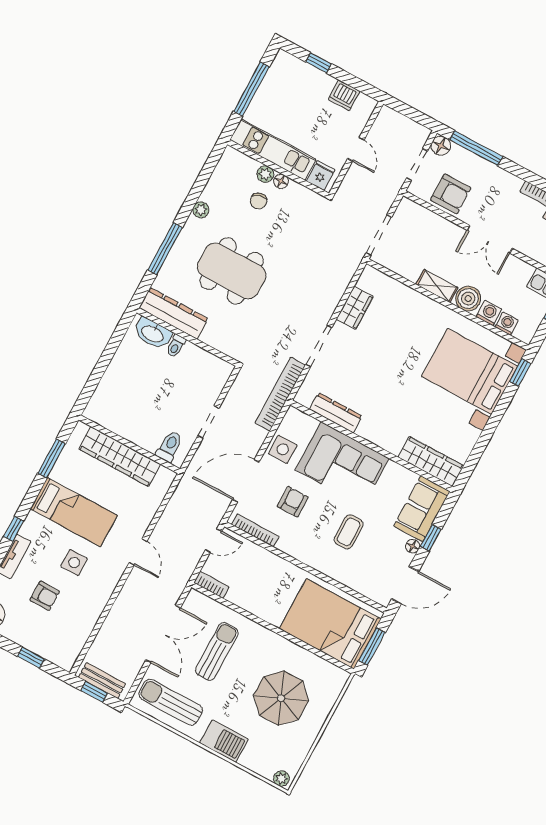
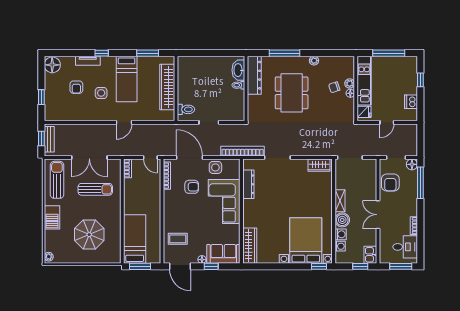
wardrobe: (355, 308) -> (319, 165), moved
coffee table: (349, 532) -> (178, 239), moved
bed: (330, 624) -> (135, 239), width x0.67

